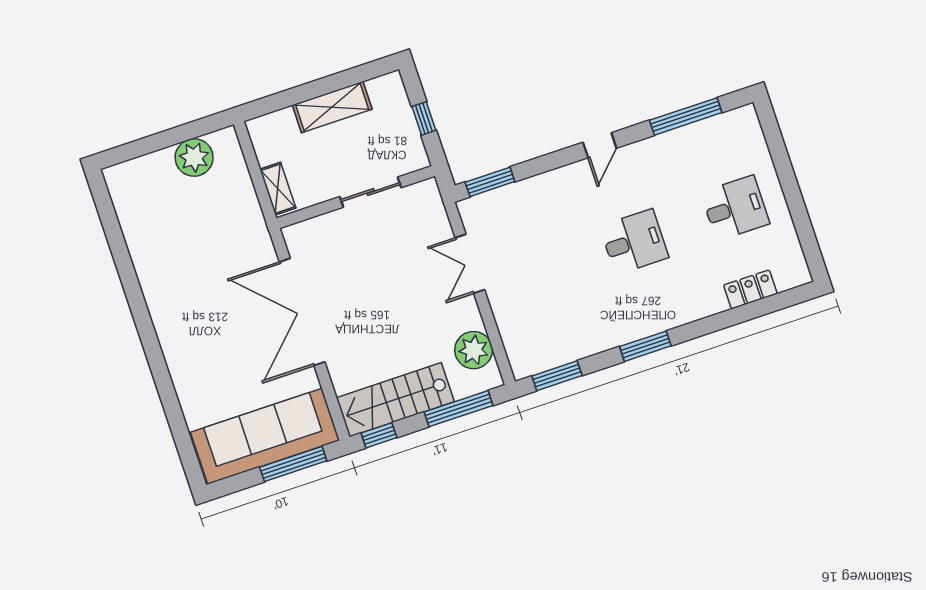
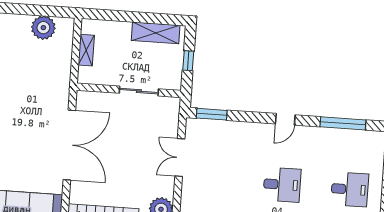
shelving: (332, 107) -> (156, 33), moved
shelving: (278, 189) -> (86, 50), moved
double door: (302, 312) -> (69, 145), swing flipped

